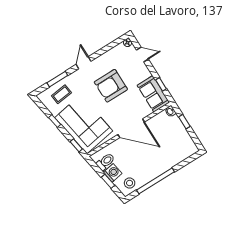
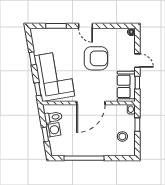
door: (142, 54) -> (137, 61), moved
door: (83, 63) -> (85, 26), swing flipped
armchair: (111, 86) -> (96, 58), turned 180
coffee table: (61, 94) -> (52, 40), removed
door: (131, 128) -> (91, 103), hinge flipped
stool: (130, 183) -> (122, 136), moved

